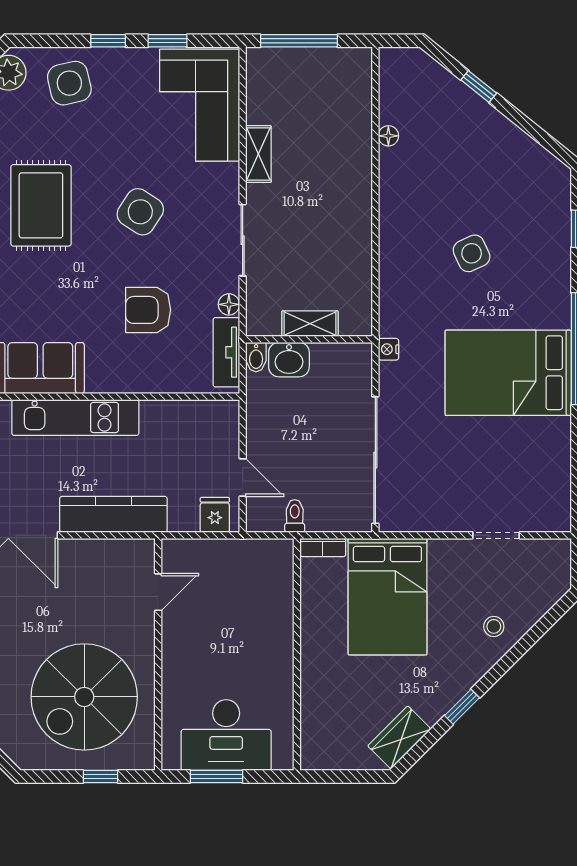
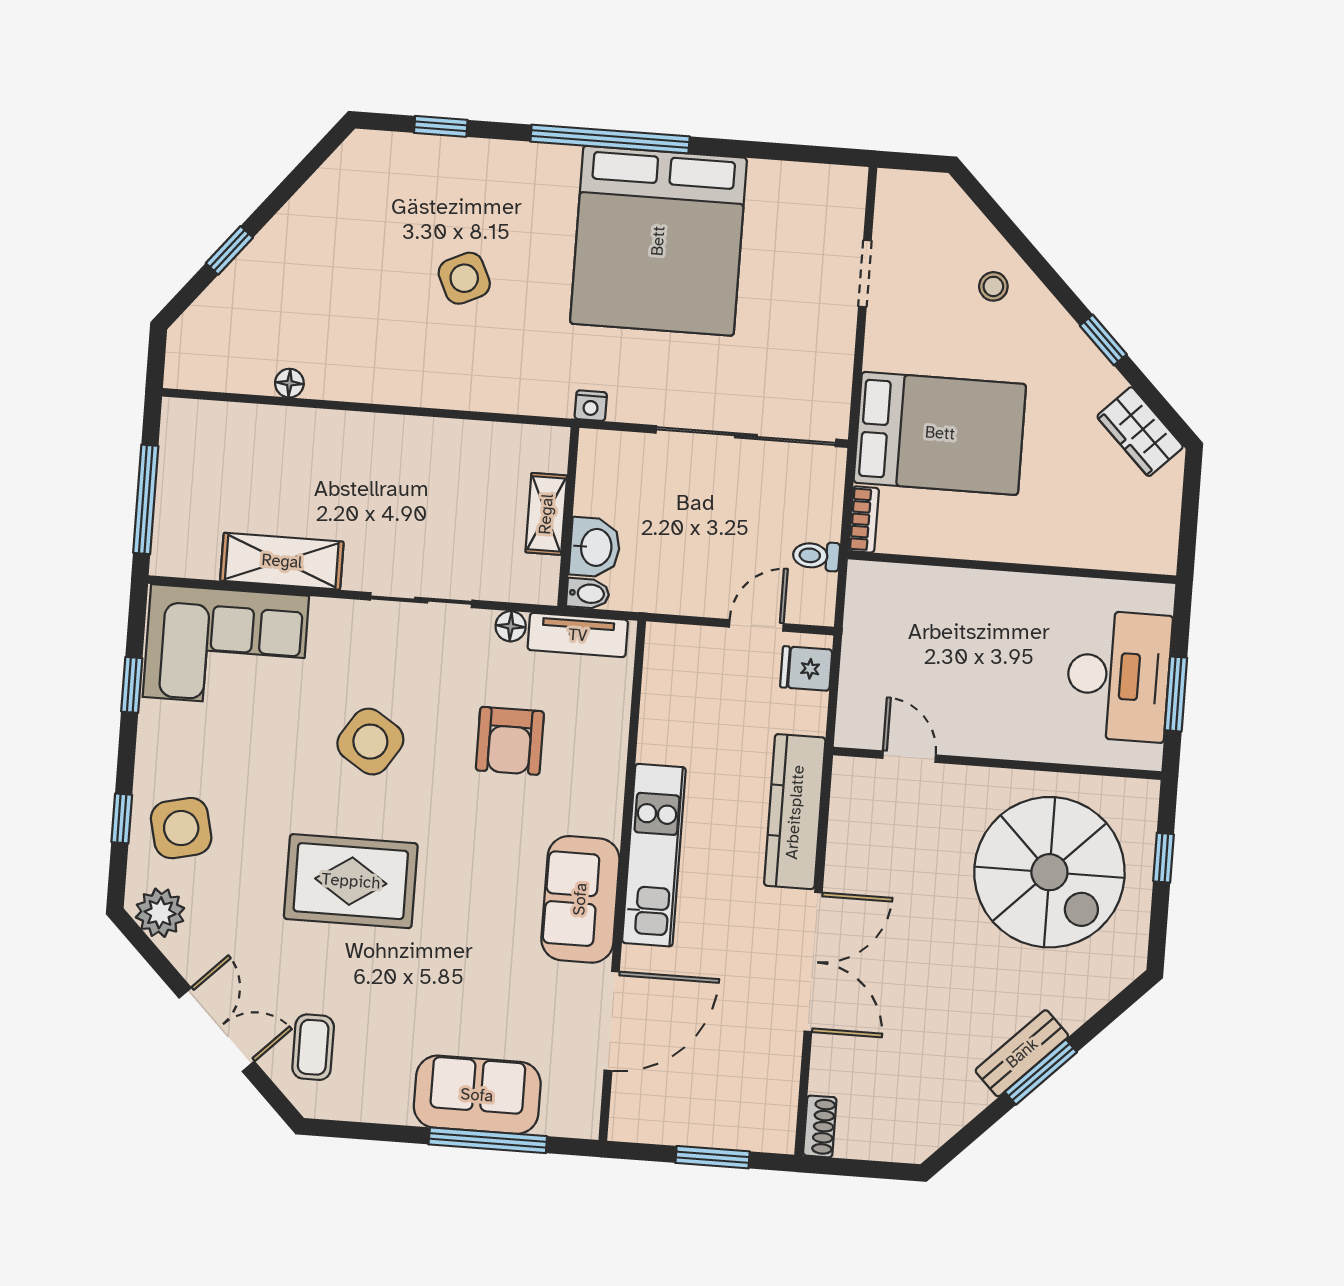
window: (108, 41) -> (122, 818), moved
shelving: (258, 154) -> (282, 561), width x1.50, depth x1.33
bed: (508, 373) -> (658, 241), width x1.36

